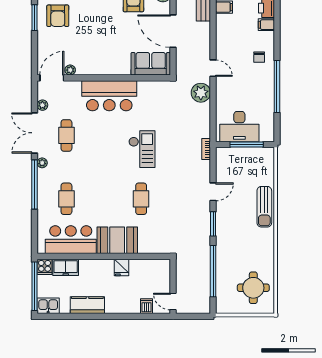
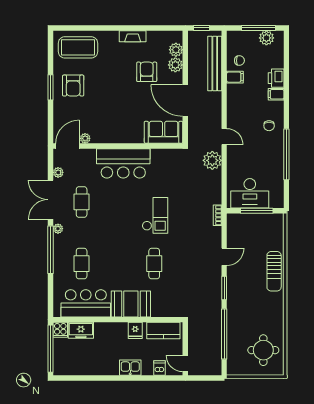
kitchen counter: (87, 305) -> (163, 330), moved, turned 180
kitchen sink: (48, 306) -> (130, 368), moved

